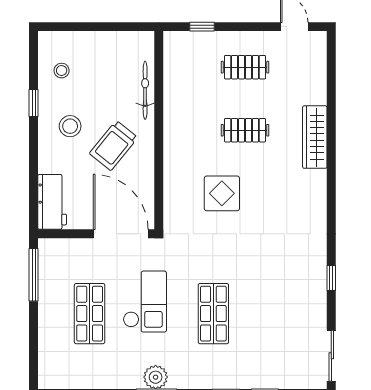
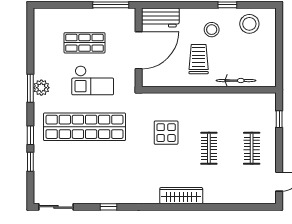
stool: (62, 71) -> (249, 24), width x1.89, depth x1.89
wardrobe: (315, 137) -> (181, 196), moved
trolley: (114, 145) -> (199, 59), turned 51
door: (121, 234) -> (139, 50), moved
shop shelf: (213, 314) -> (85, 127), width x2.00, depth x1.36

